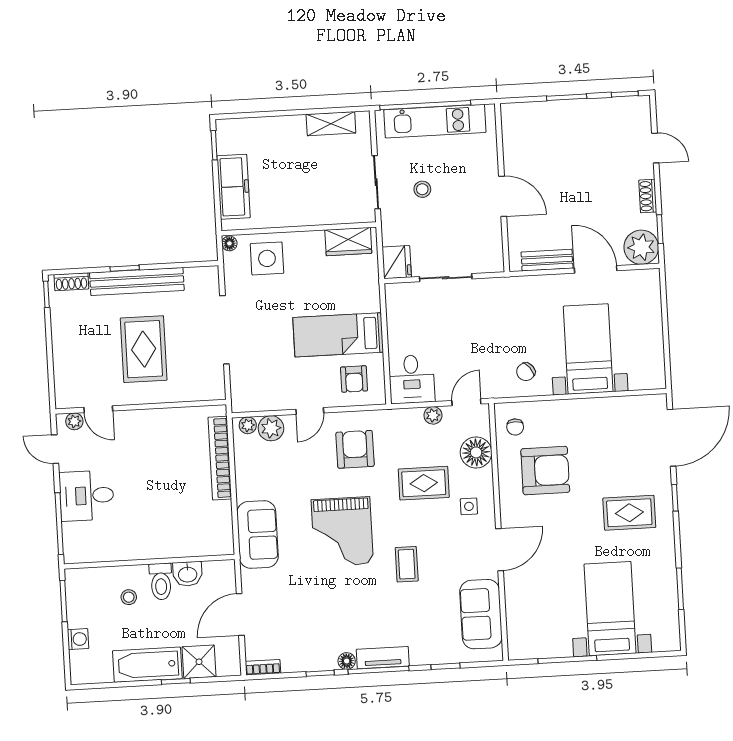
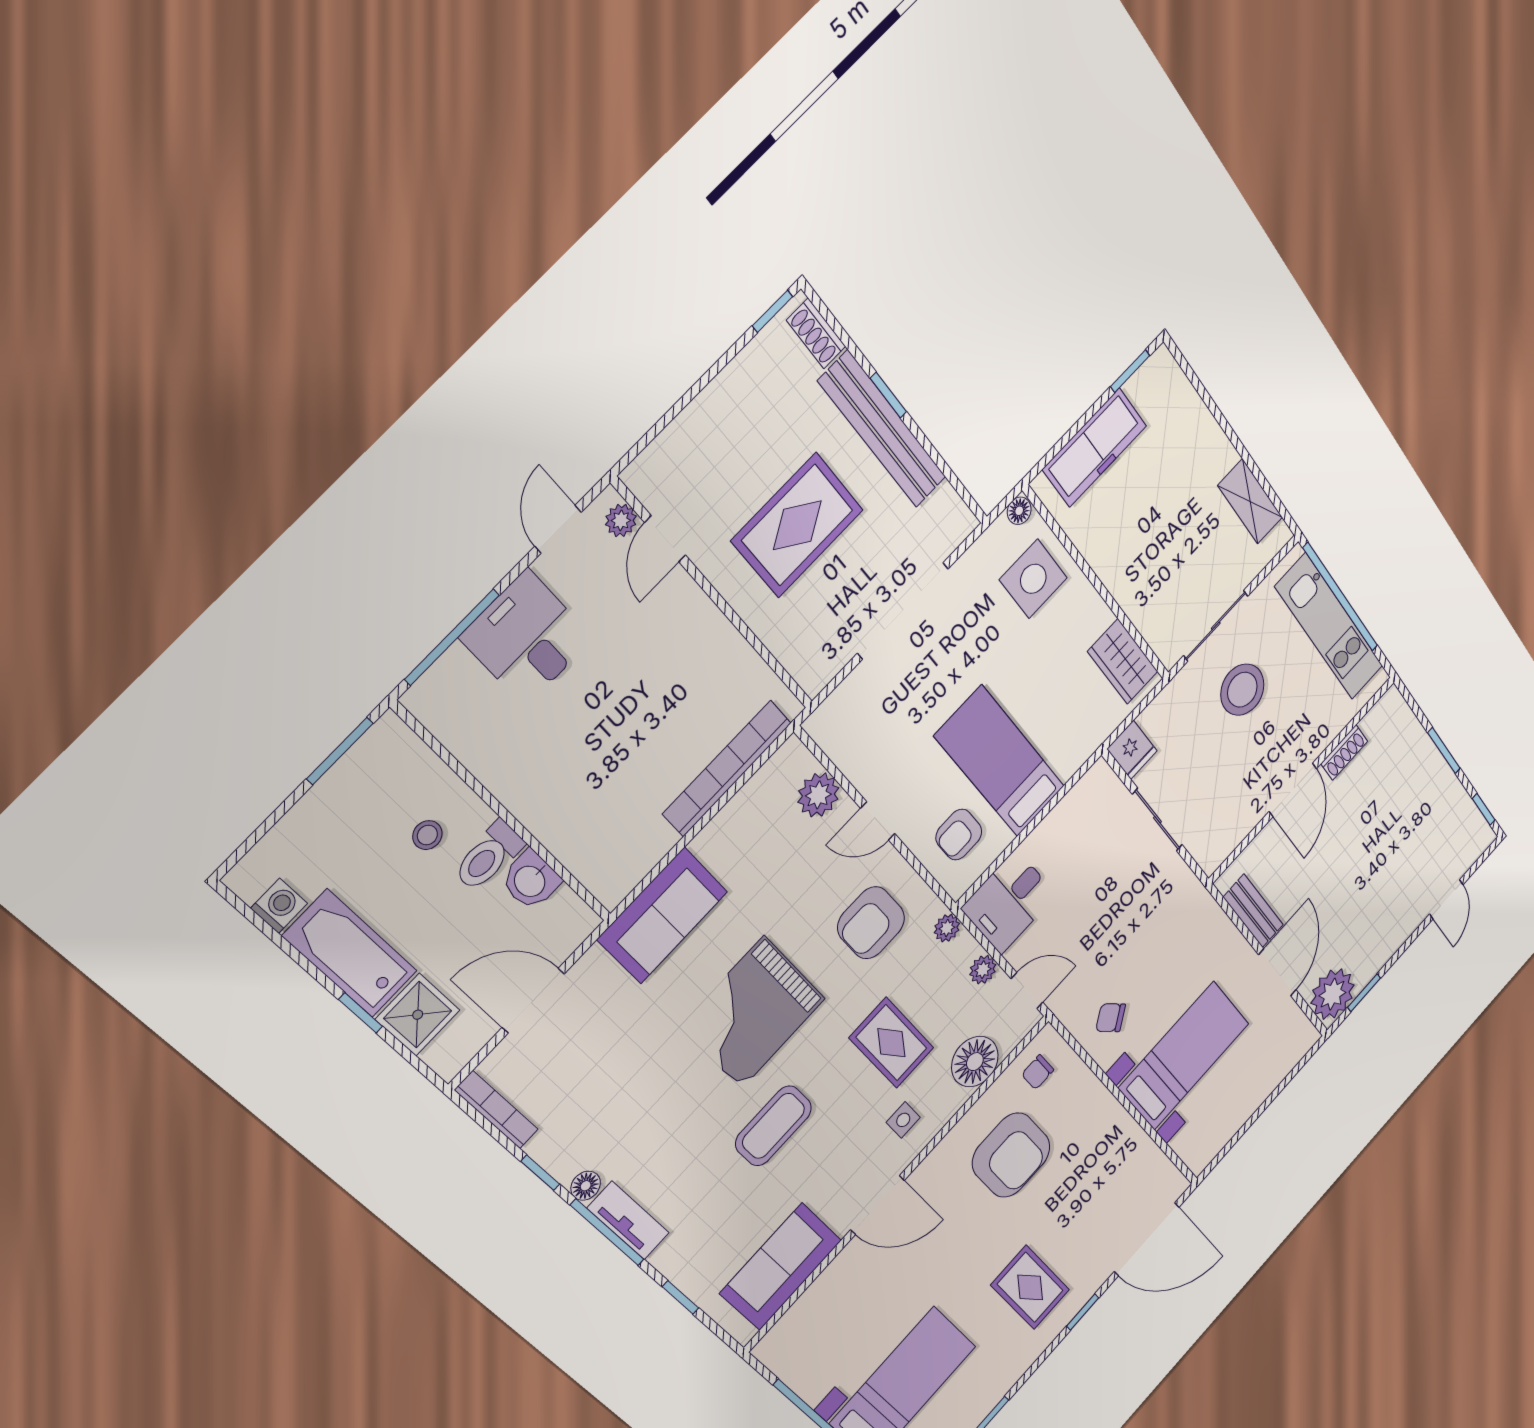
stool: (422, 189) -> (1242, 690), width x1.89, depth x1.89
shoe rack: (648, 196) -> (1344, 752), moved, turned 180
fridge: (397, 262) -> (1132, 750), width x0.72
plant: (248, 425) -> (947, 928), moved
armchair: (355, 449) -> (871, 923), turned 180
coffee table: (407, 564) -> (774, 1126), width x1.36, depth x1.30
washing machine: (78, 639) -> (279, 906), moved, turned -90
bookcase: (263, 667) -> (496, 1110), width x1.56

